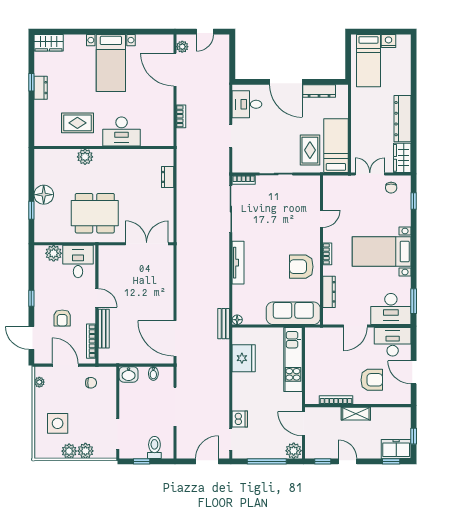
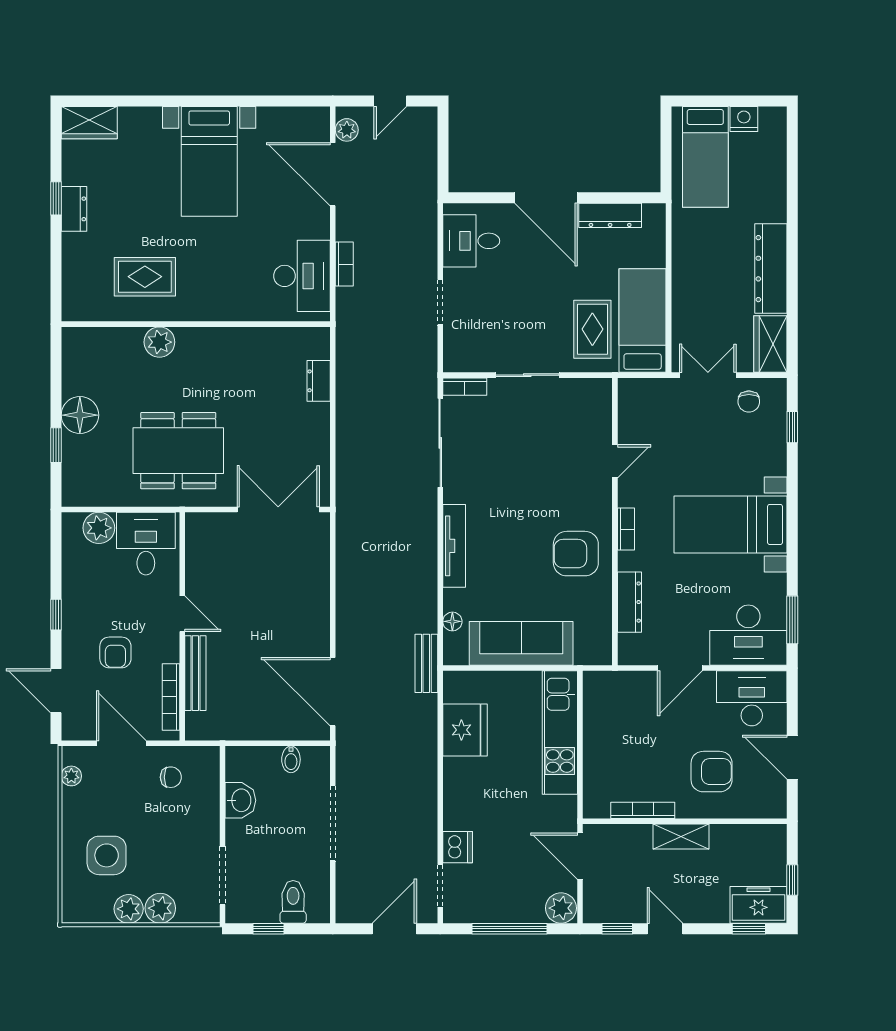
desk: (122, 131) -> (302, 276), moved, turned -90
sofa: (293, 313) -> (521, 643), moved
floor lamp: (237, 320) -> (452, 621), moved
washbasin: (129, 374) -> (240, 800), moved, turned -90

